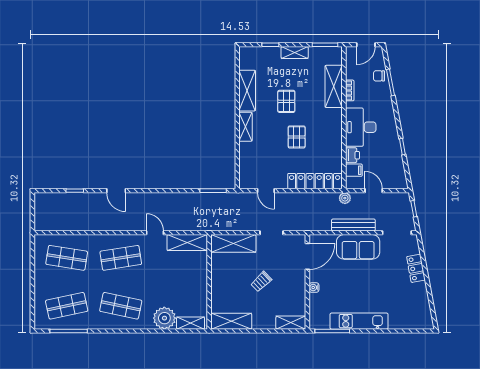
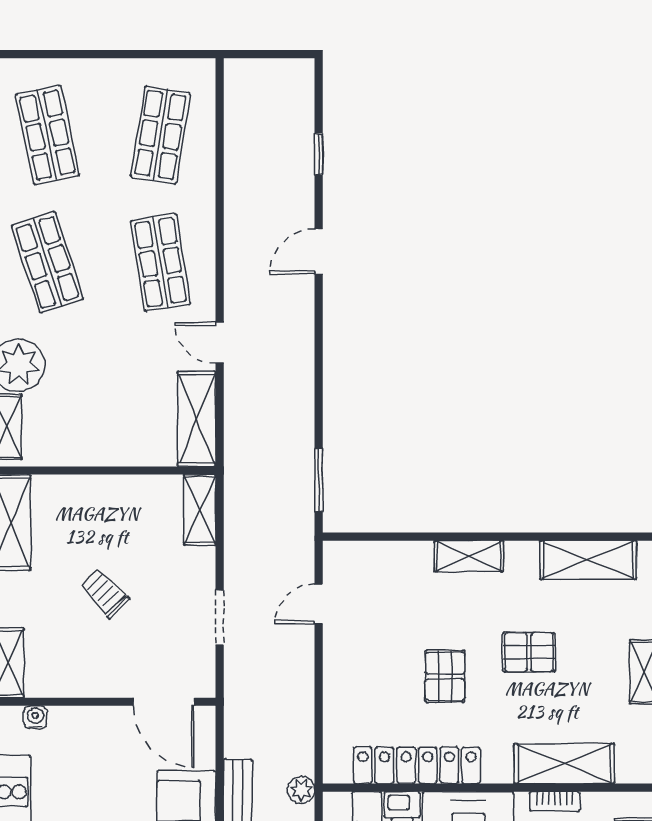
shelving: (247, 91) -> (588, 560), moved
pallet: (297, 137) -> (445, 676), turned 90
locker: (315, 181) -> (417, 765), moved, turned -90
door: (155, 233) -> (220, 343), swing flipped
shelving: (233, 243) -> (200, 510), width x0.67, depth x0.75
water cooler: (314, 288) -> (35, 717), moved
shop shelf: (121, 306) -> (47, 262), turned -30

